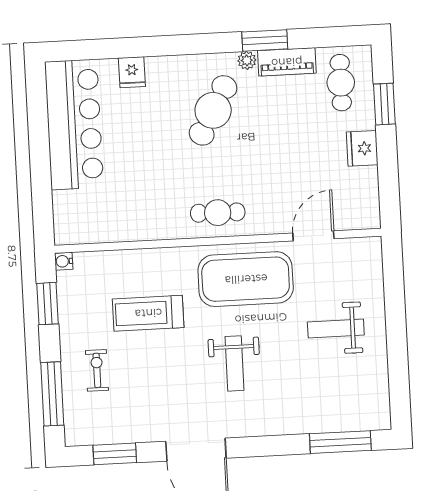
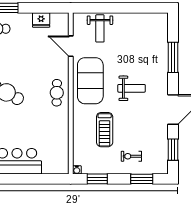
fridge: (362, 148) -> (41, 20), moved
weight bench: (336, 329) -> (100, 28), moved
window: (52, 394) -> (142, 179), width x0.69
window: (340, 442) -> (173, 57), moved

